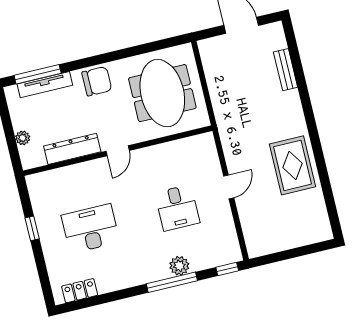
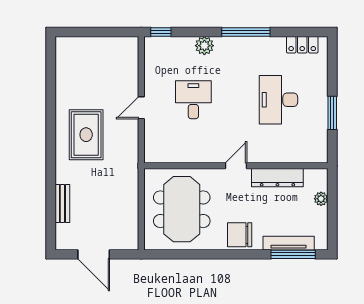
rug: (292, 165) -> (86, 135), moved
window: (32, 228) -> (332, 113), width x1.50
desk: (90, 229) -> (278, 100), turned 90
window: (172, 282) -> (246, 32), moved

